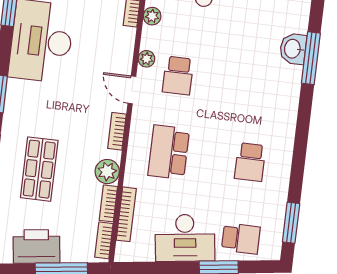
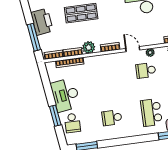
door: (132, 90) -> (133, 49), hinge flipped
school desk: (169, 152) -> (151, 112), moved, turned -90

